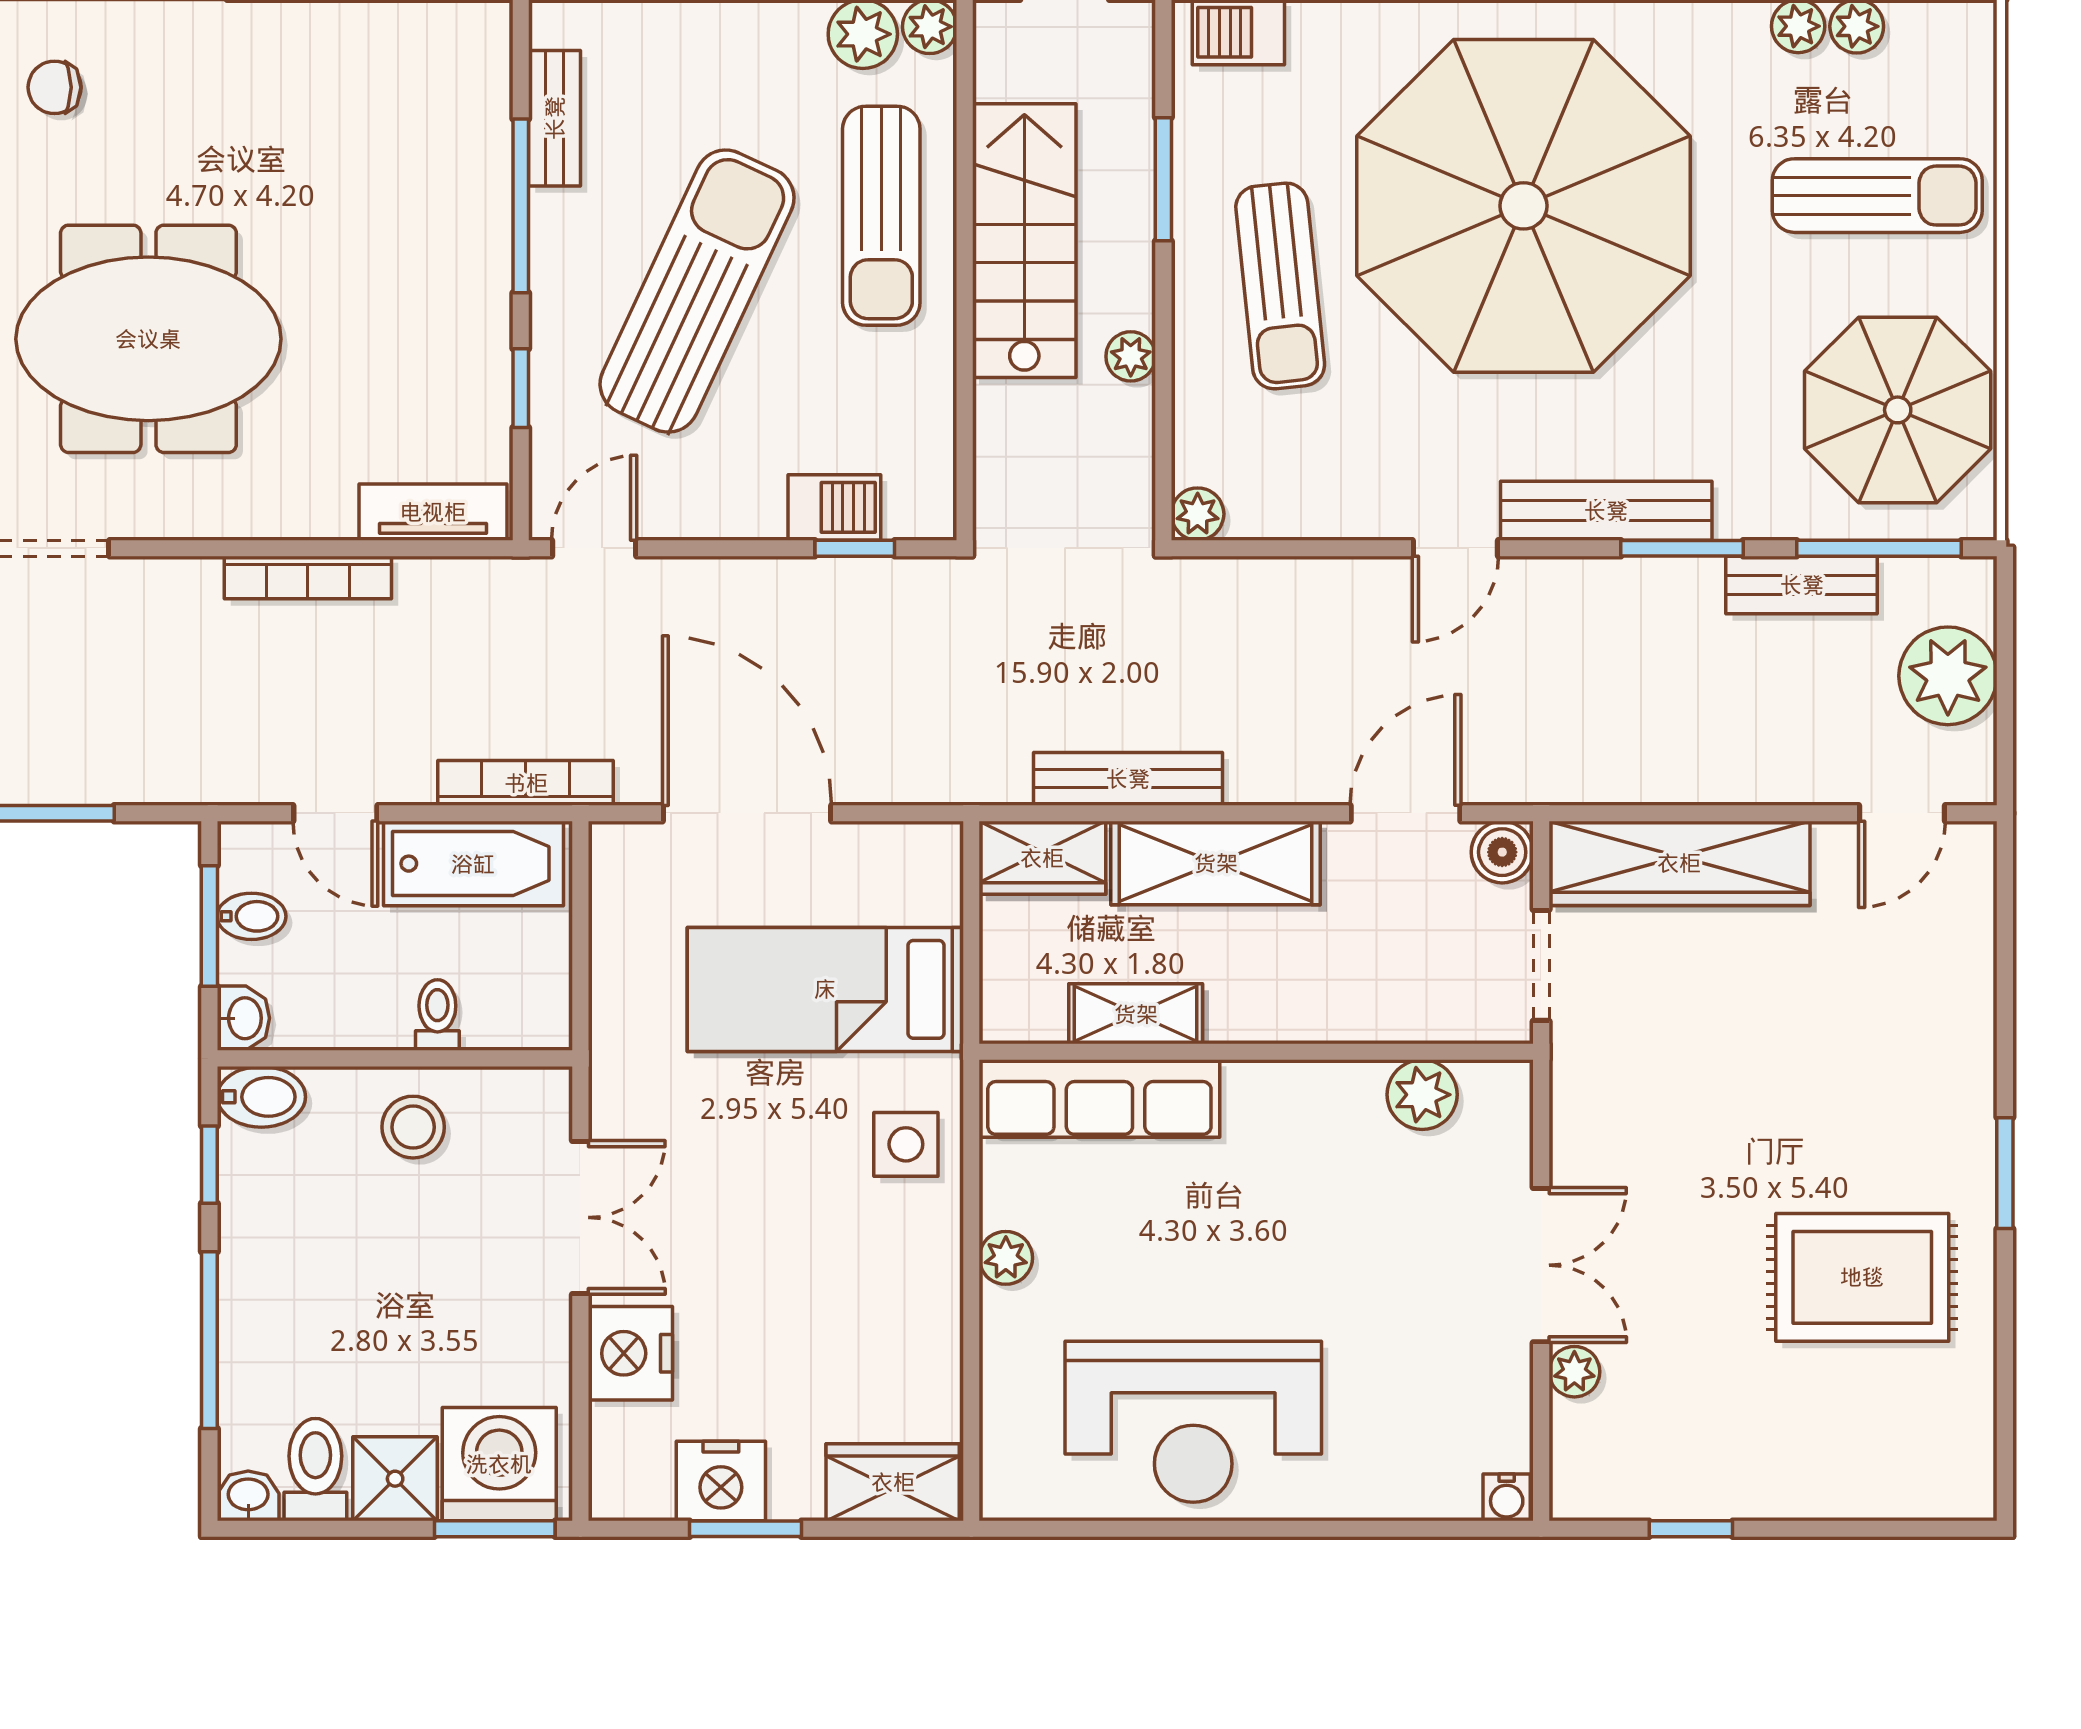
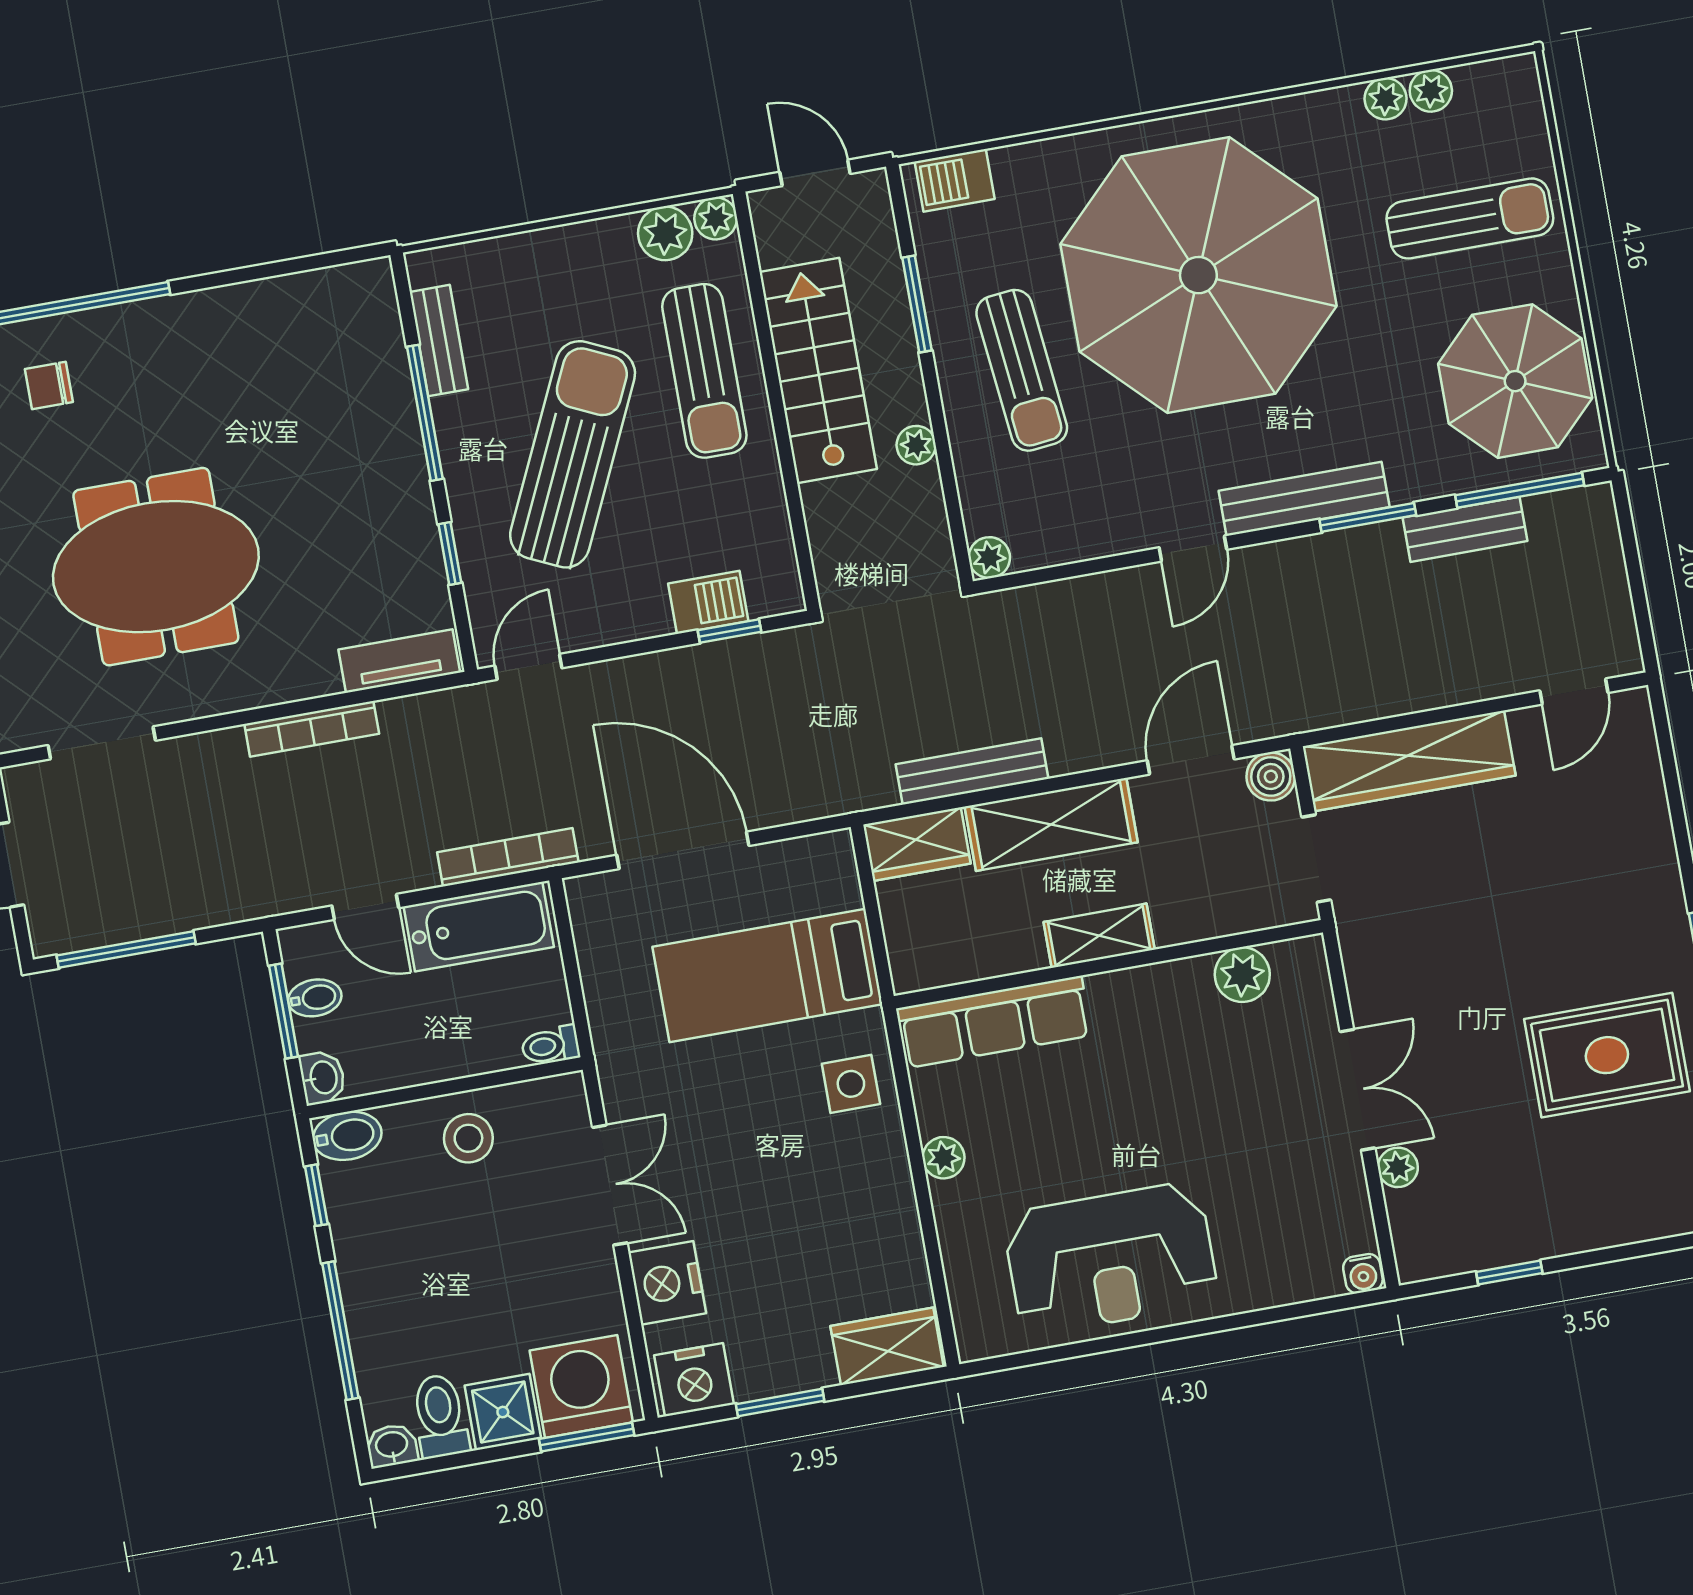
plant: (1948, 676) -> (1590, 579), removed
shelving: (1136, 1014) -> (1099, 936), moved
toilet: (437, 1015) -> (550, 1045), moved, turned -90
nightstand: (721, 1481) -> (694, 1380), moved

